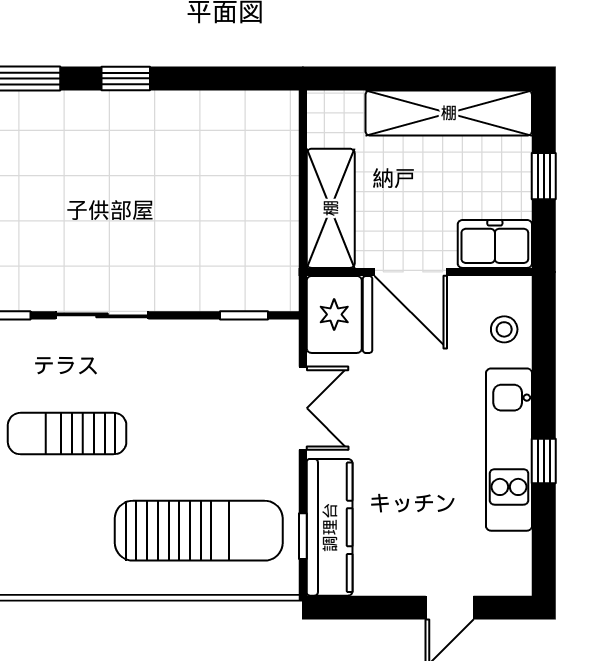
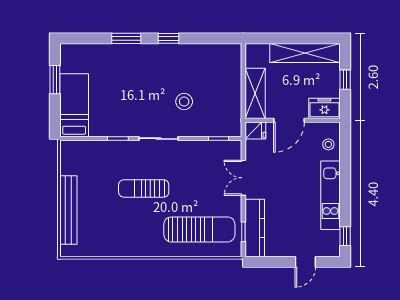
stool: (163, 228) -> (184, 102), added
door: (411, 272) -> (289, 120), hinge flipped
fridge: (339, 314) -> (255, 130), width x0.53, depth x0.75
double door: (303, 408) -> (243, 178), swing flipped
window: (544, 461) -> (345, 236), moved

